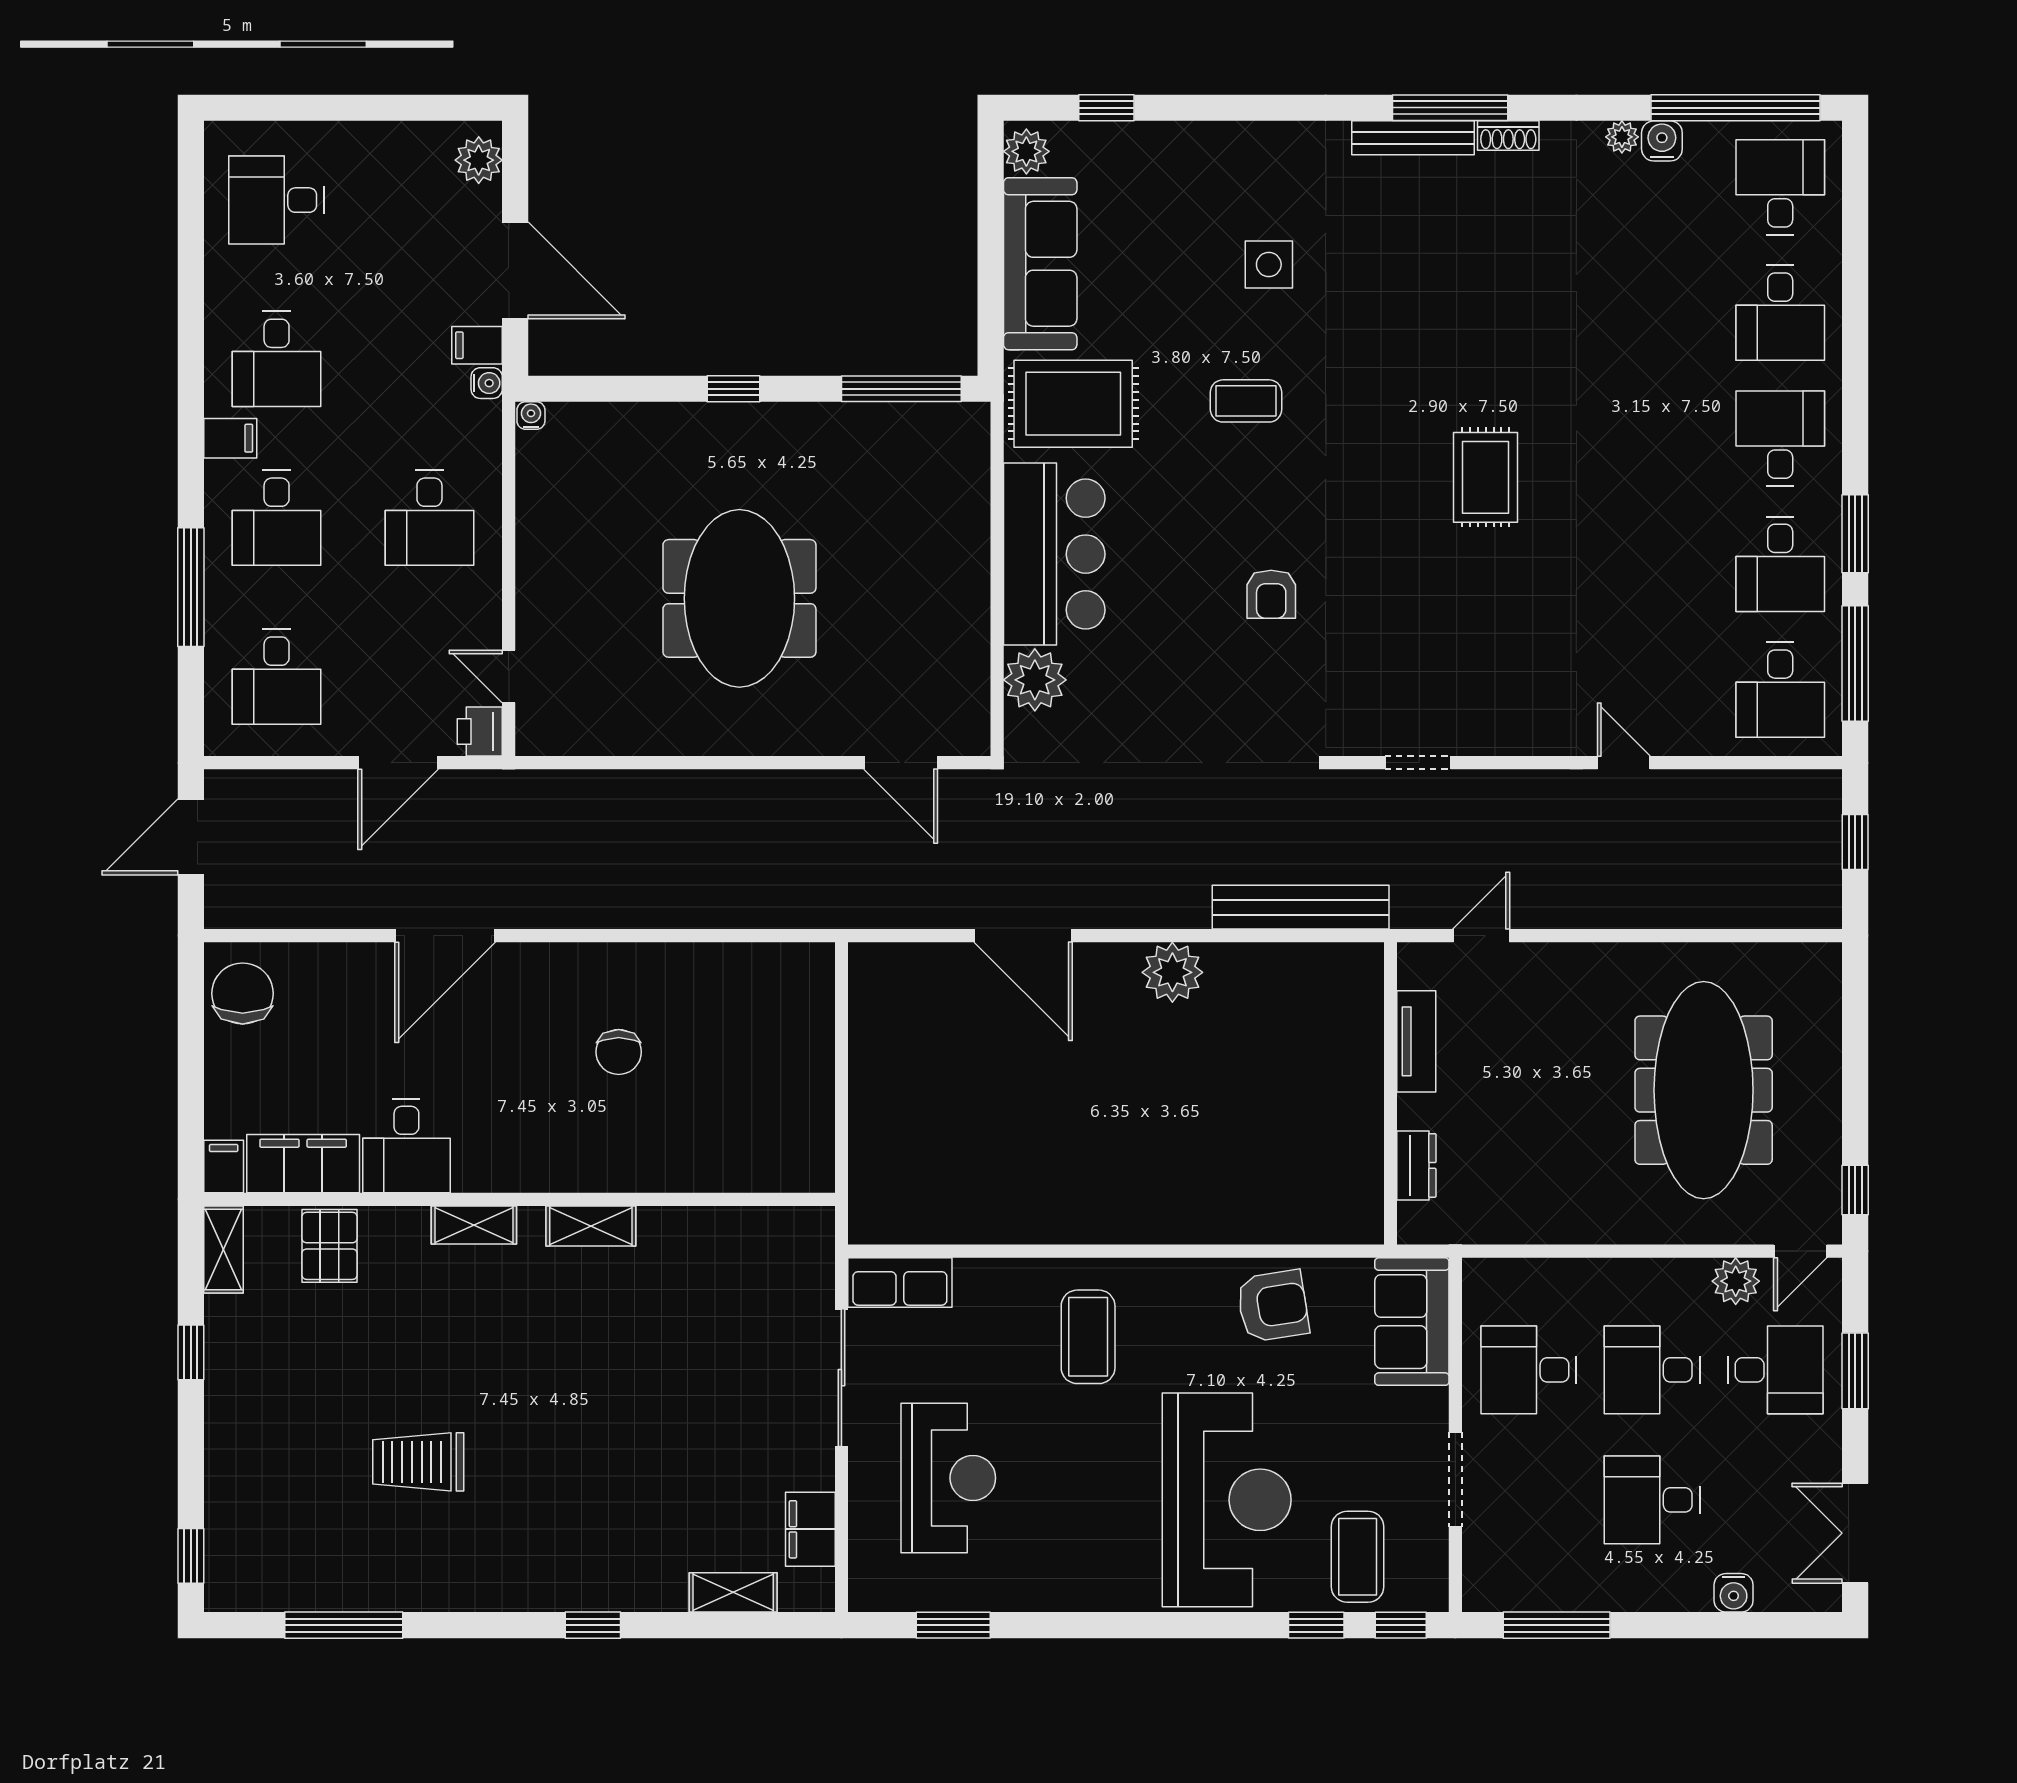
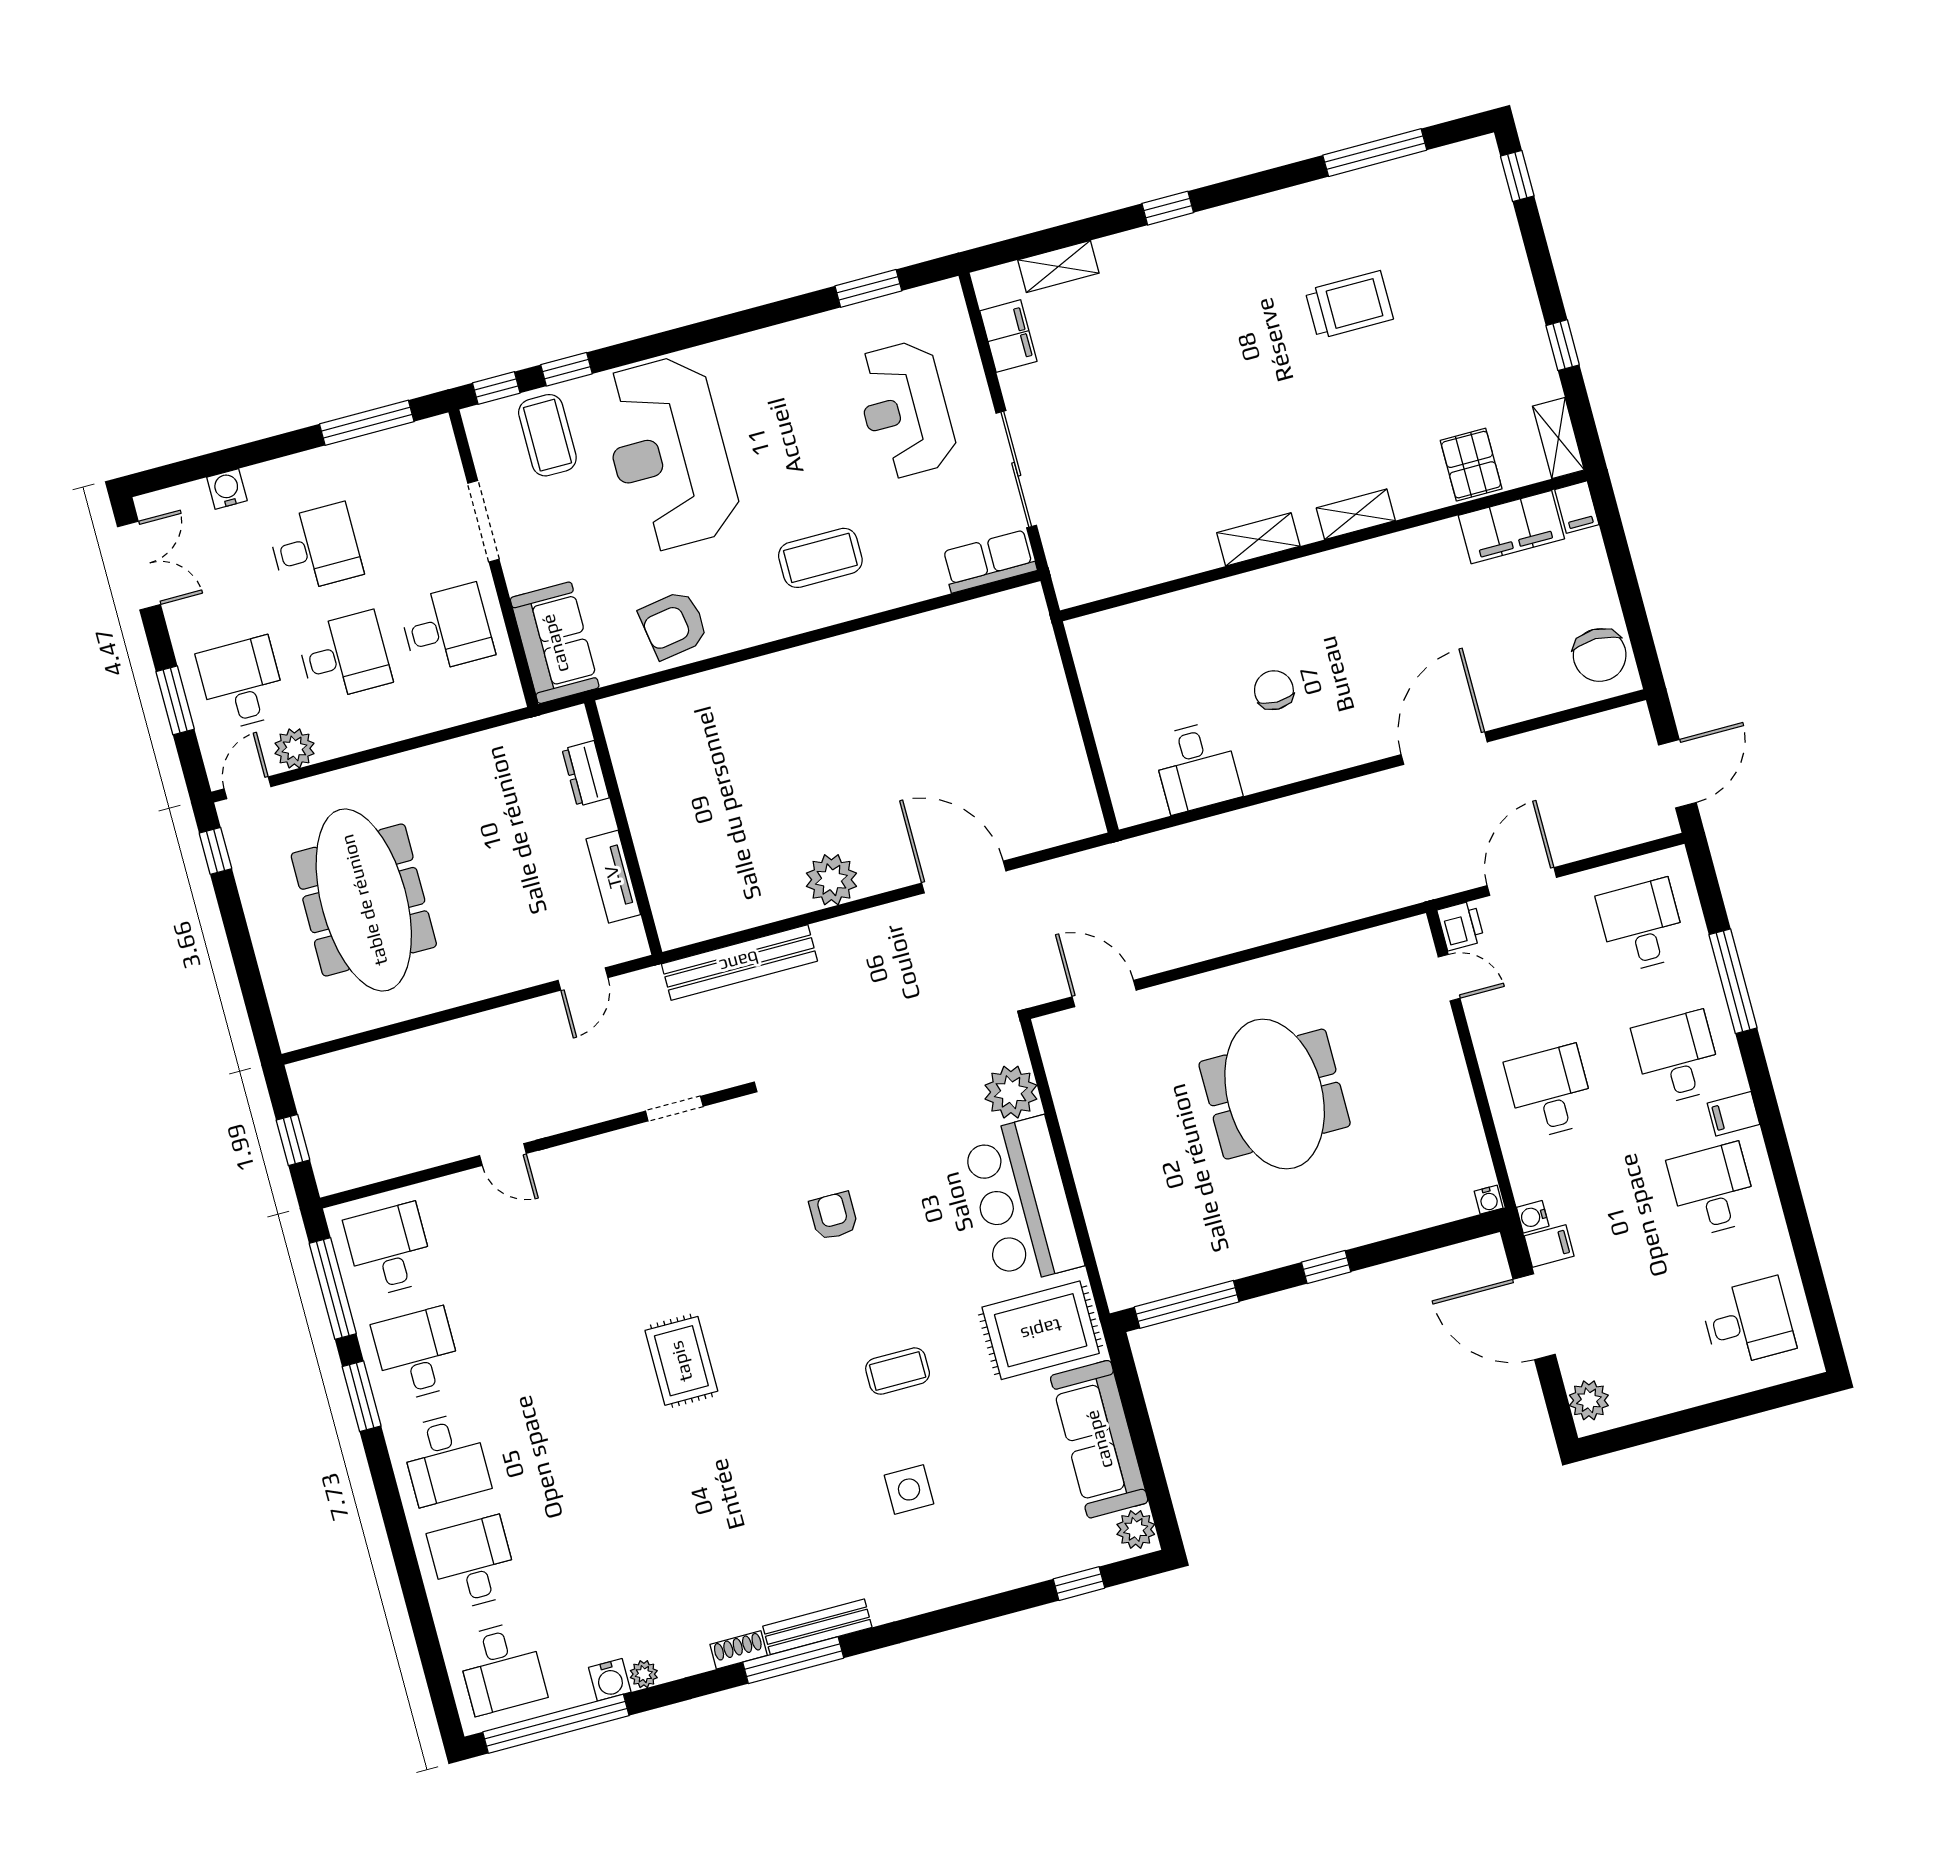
desk: (406, 1146) -> (1197, 767), moved, turned 180
coffee table: (1088, 1337) -> (820, 558), turned 90
desk: (1775, 1370) -> (242, 684), turned 90

